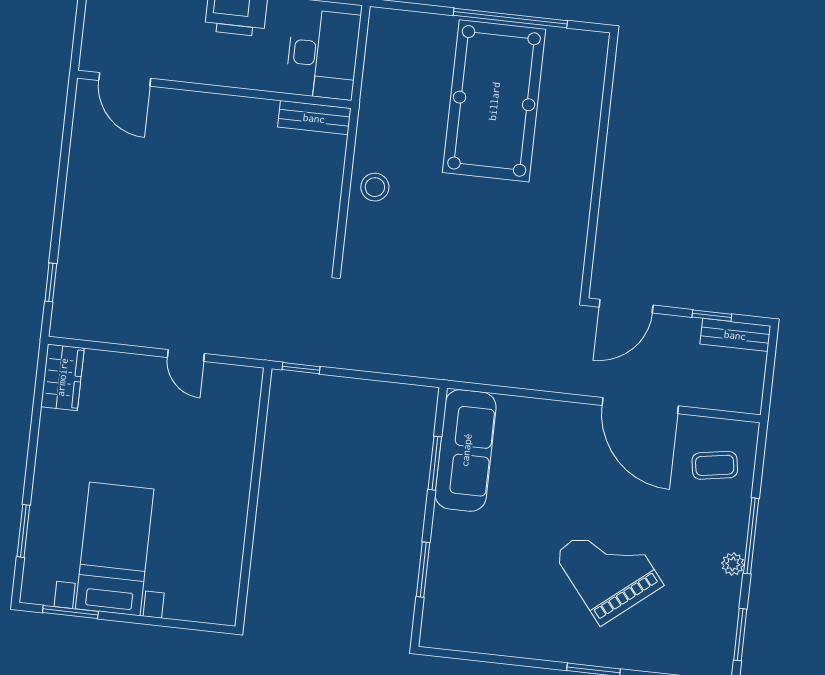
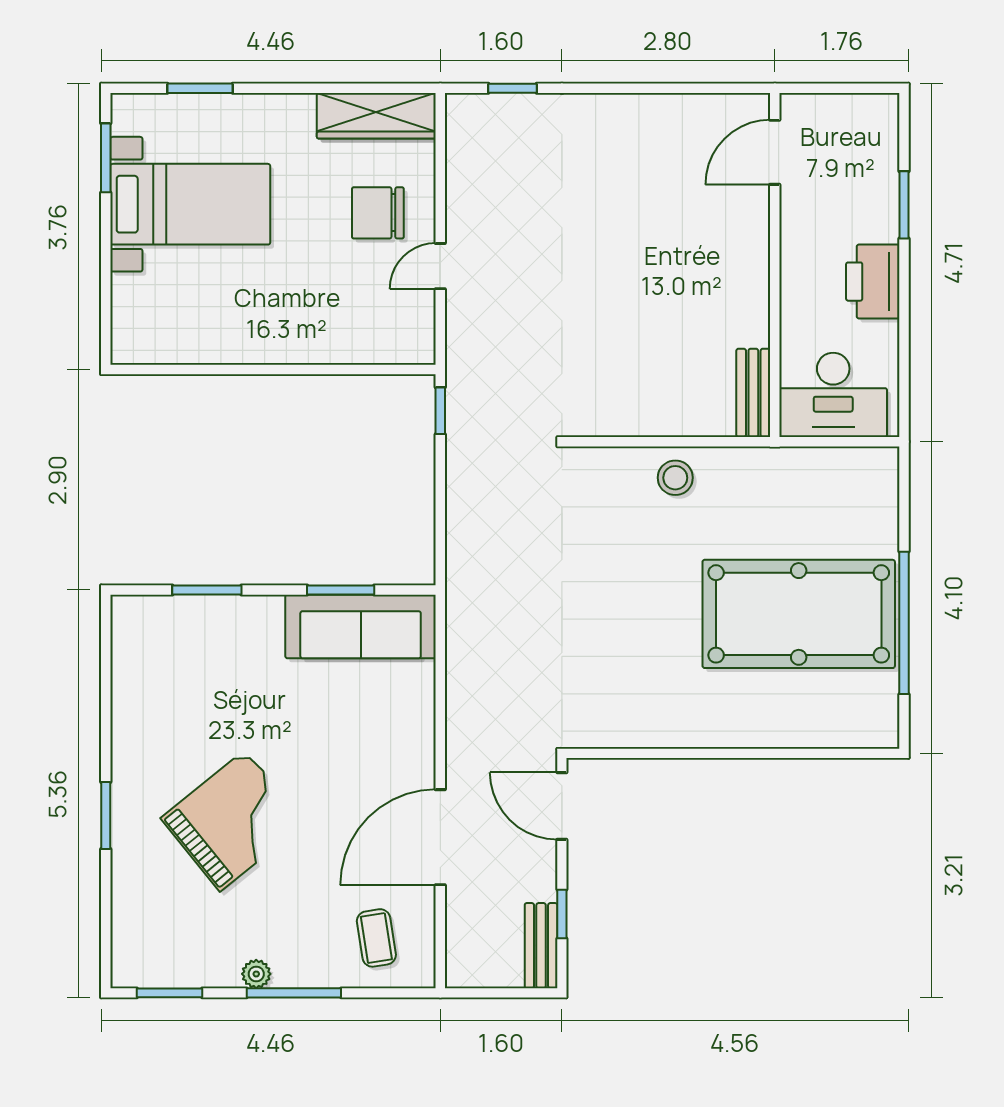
wardrobe: (62, 377) -> (376, 116), width x1.50
chair: (138, 400) -> (378, 213), added

